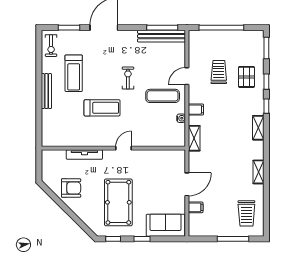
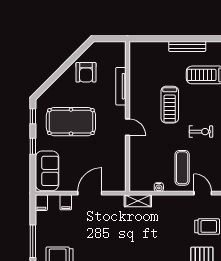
filing cabinet: (196, 110) -> (41, 203), moved
door: (187, 184) -> (90, 193), swing flipped

